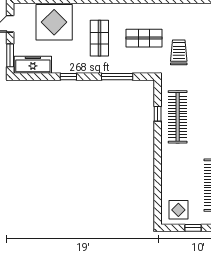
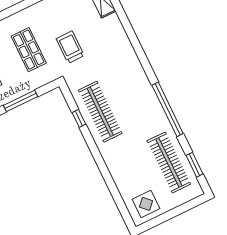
shop shelf: (144, 38) -> (29, 50), turned 90
window: (193, 228) -> (169, 215), removed

